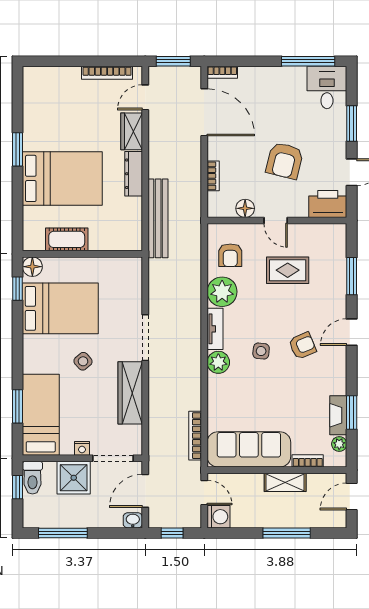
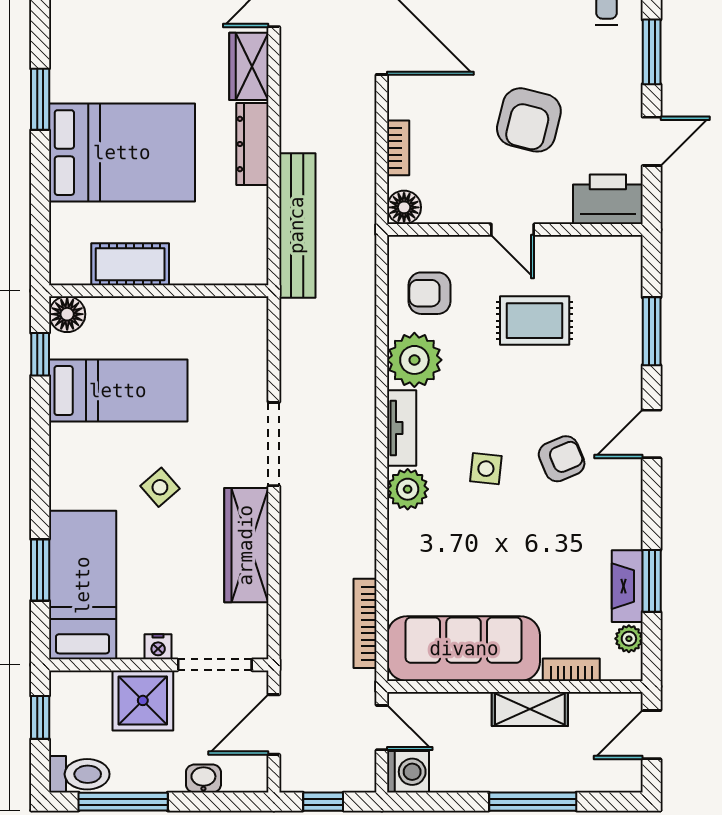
floor lamp: (245, 208) -> (404, 207), moved
armchair: (230, 255) -> (429, 293), turned 90
bed: (60, 308) -> (118, 391), width x0.67
toilet: (32, 478) -> (79, 774), moved, turned -90
washbasin: (133, 520) -> (203, 778), moved

